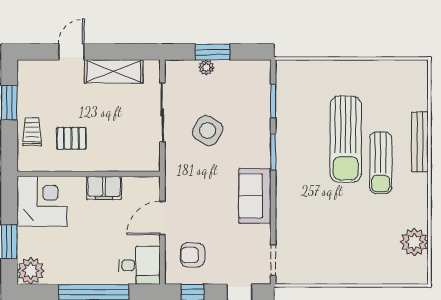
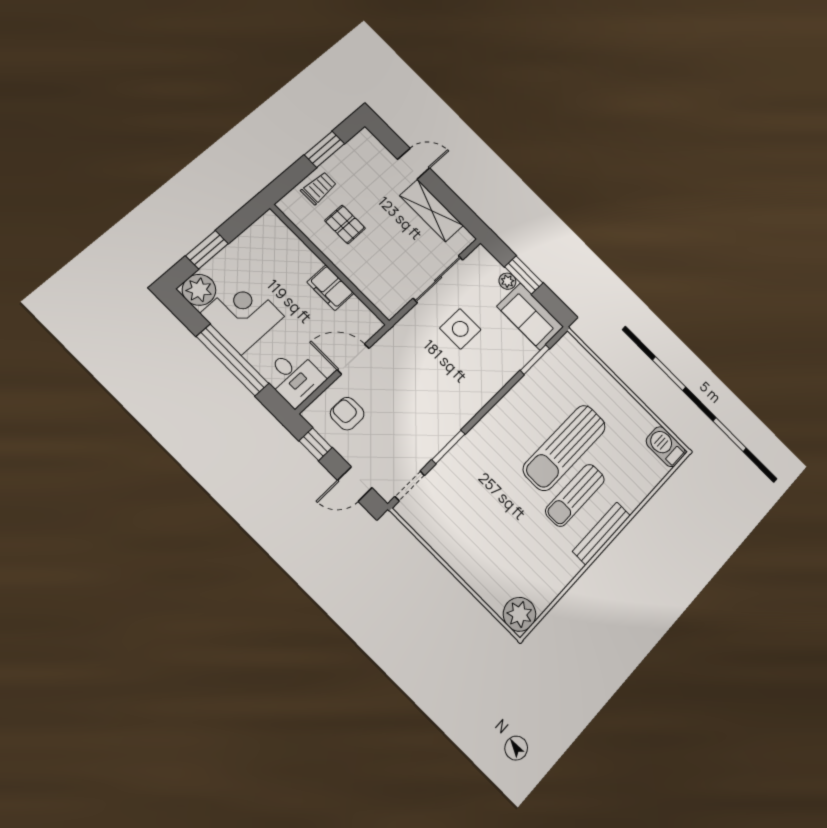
barbecue: (410, 71) -> (666, 447), added
side table: (208, 130) -> (460, 329), turned -32
bench: (420, 142) -> (602, 533), moved
window: (273, 152) -> (448, 447), moved
sofa: (255, 196) -> (530, 317), moved, turned -90
corner desk: (42, 201) -> (242, 315), moved, turned -90
plant: (414, 242) -> (520, 614), moved

